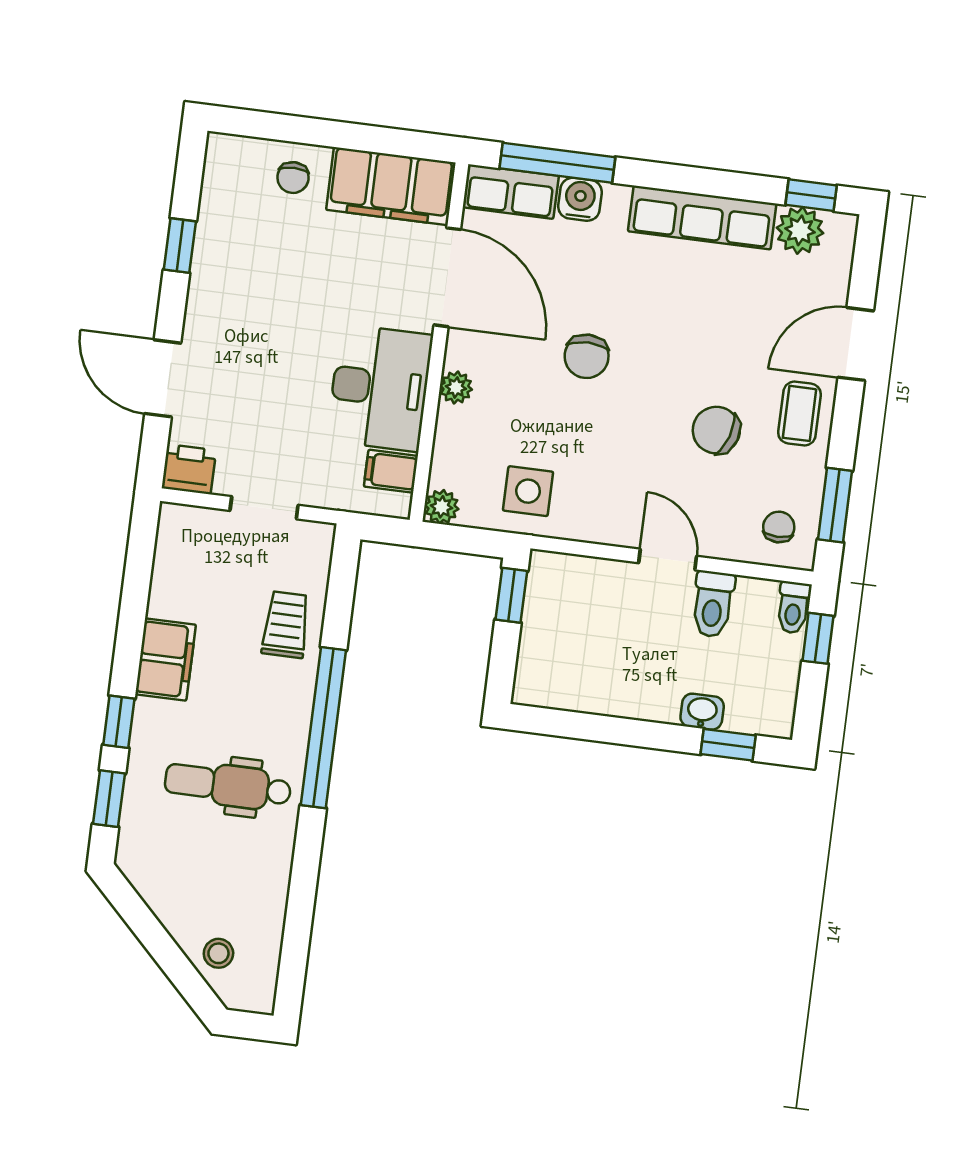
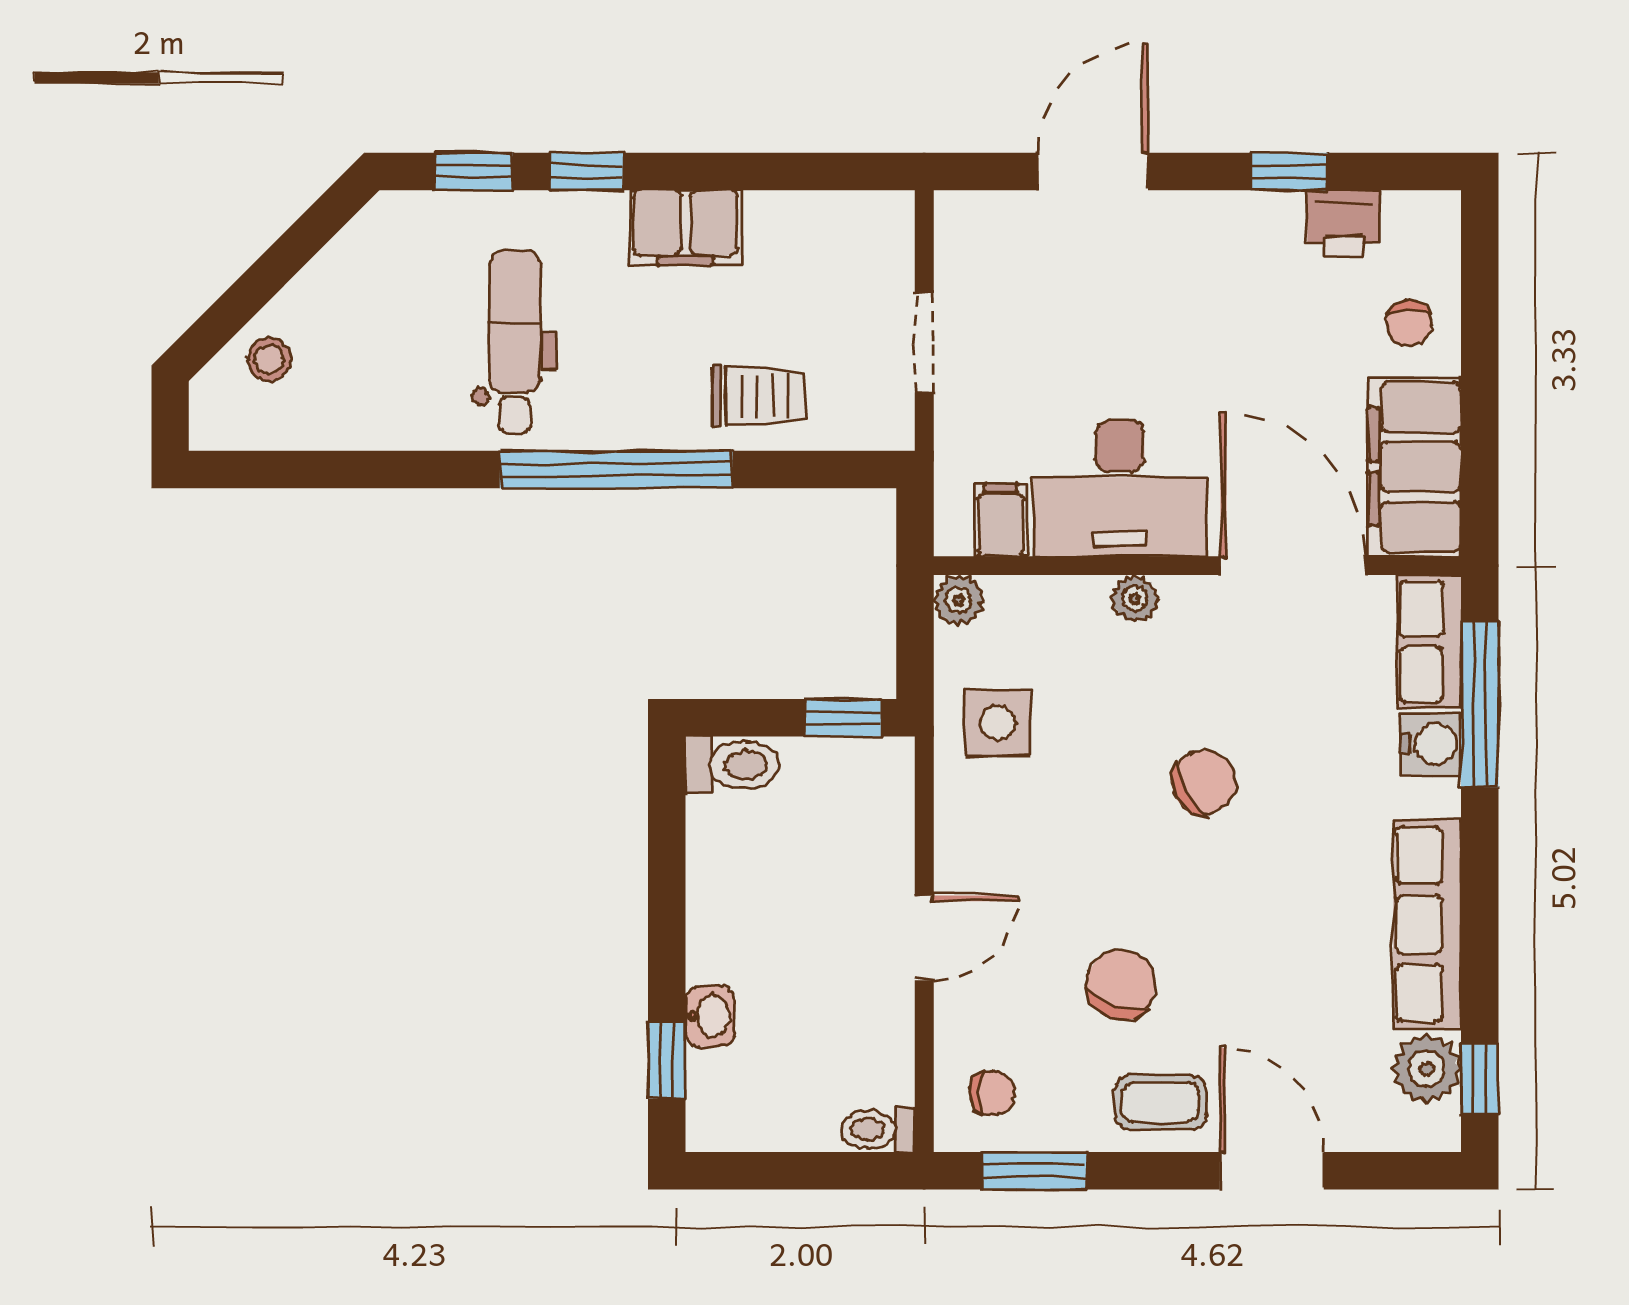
chair: (293, 178) -> (1409, 323), turned -90
door: (447, 277) -> (1293, 566), swing flipped
chair: (587, 356) -> (1204, 783), turned 152
printer: (189, 469) -> (1344, 223), moved, turned 90
toilet: (713, 604) -> (732, 765), moved, turned 180
window: (818, 638) -> (838, 1171), removed

